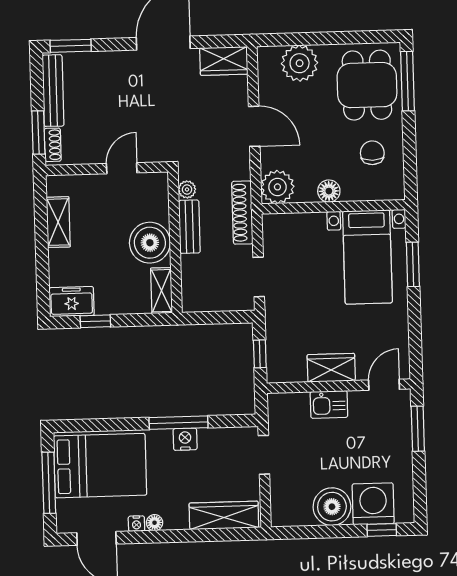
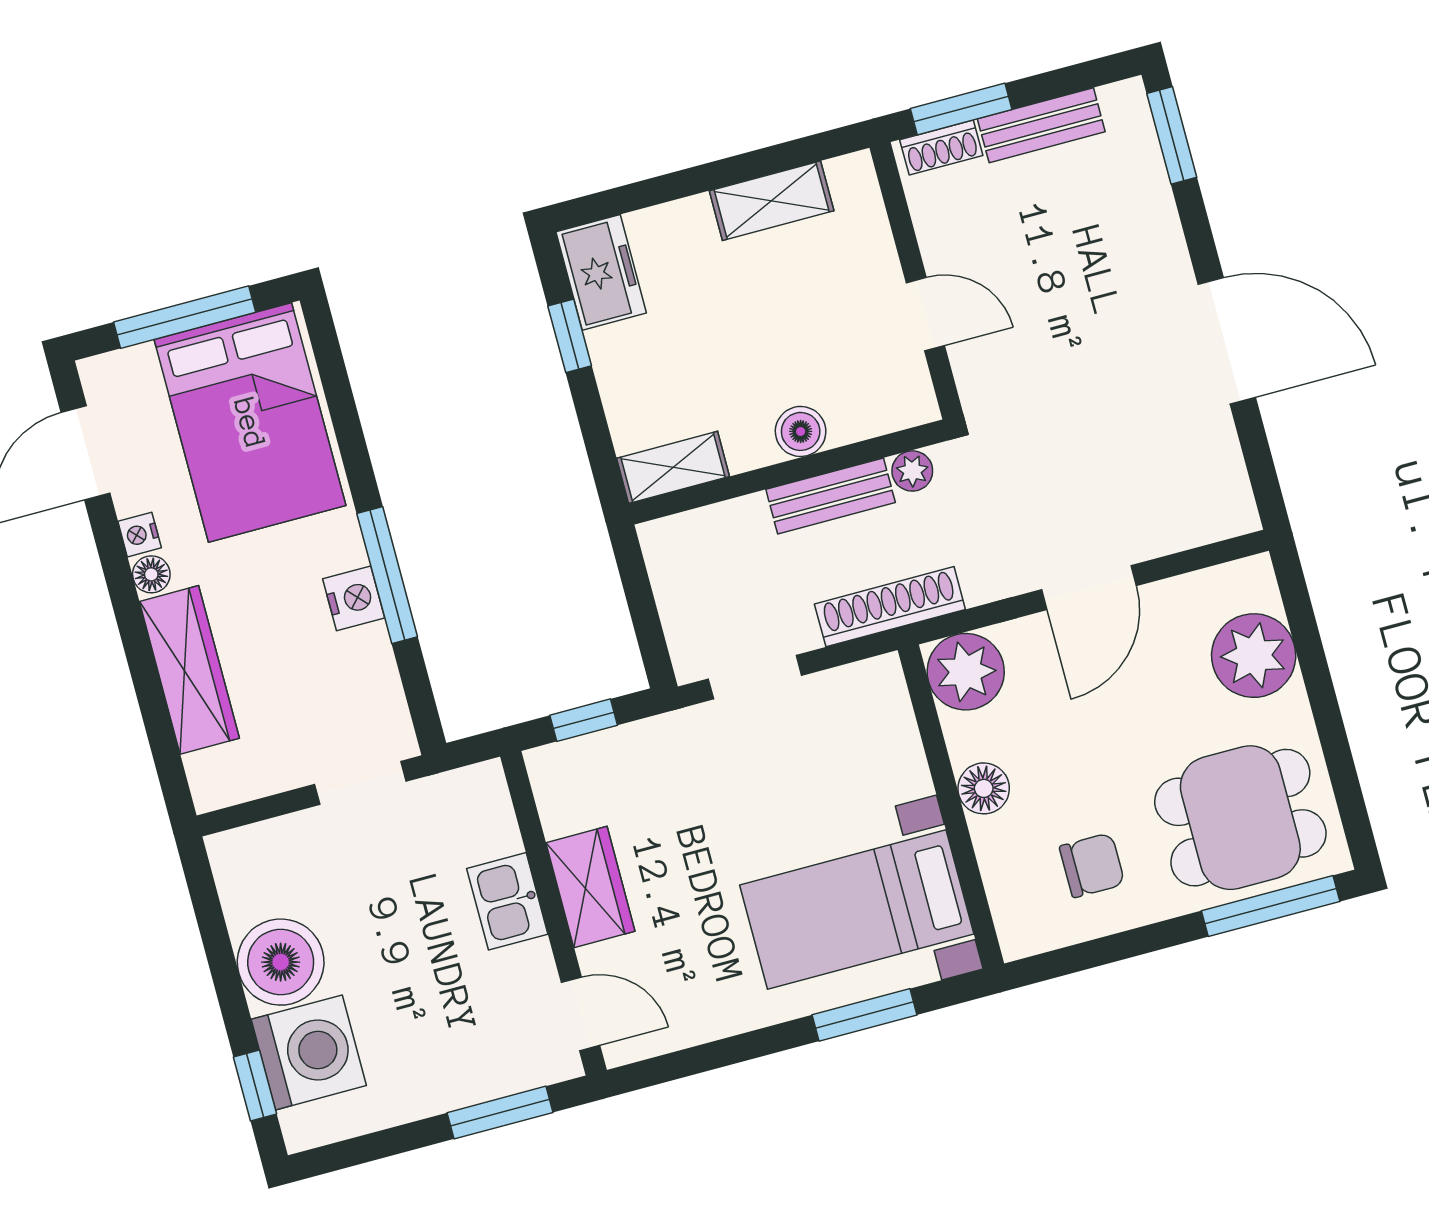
wardrobe: (224, 61) -> (1219, 485), removed
bench: (53, 91) -> (1041, 125), width x0.73
boiler: (150, 243) -> (801, 431), width x0.54, depth x0.54
wardrobe: (224, 515) -> (189, 670), moved

